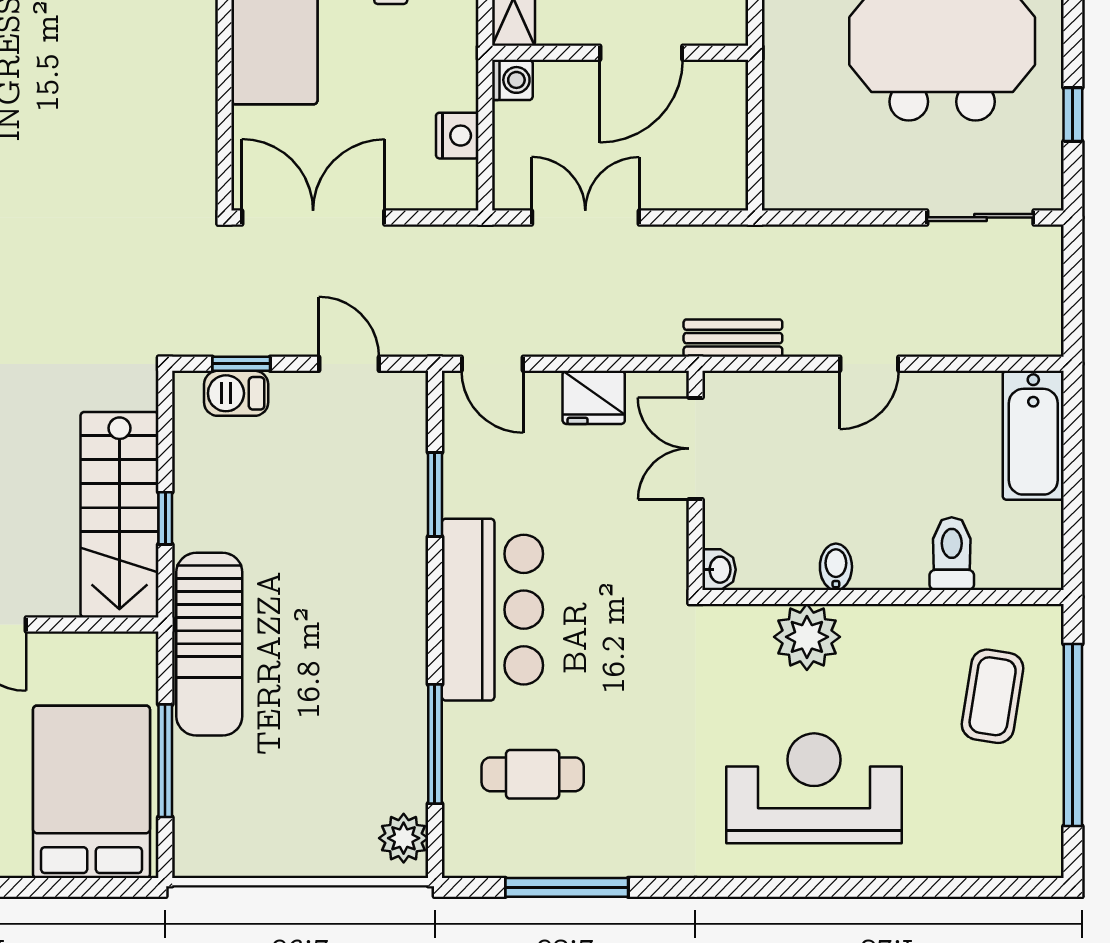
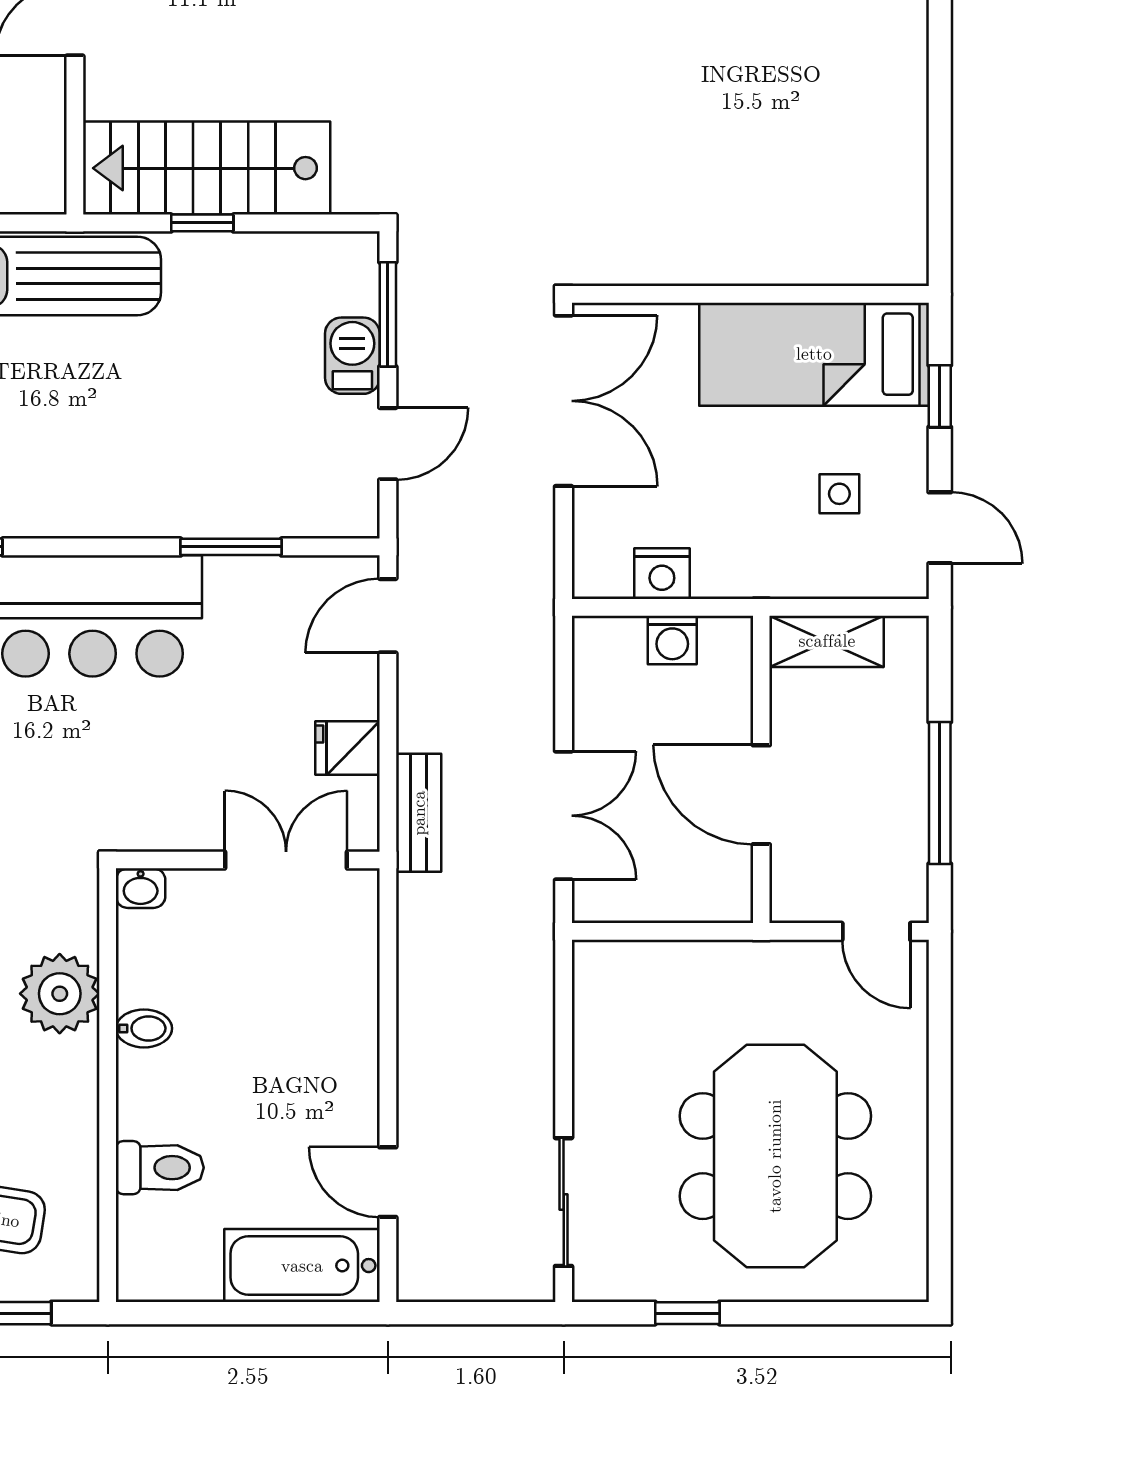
washing machine: (512, 80) -> (672, 640), moved
double door: (585, 217) -> (564, 816), moved
bench: (733, 338) -> (419, 813), moved
window: (241, 364) -> (388, 314), width x1.50
door: (869, 364) -> (388, 1182), moved
barbecue: (236, 393) -> (352, 356), moved
fridge: (594, 397) -> (347, 748), width x0.72

